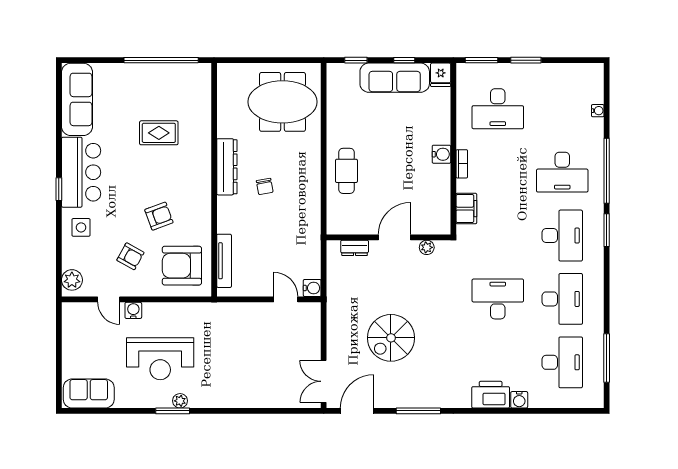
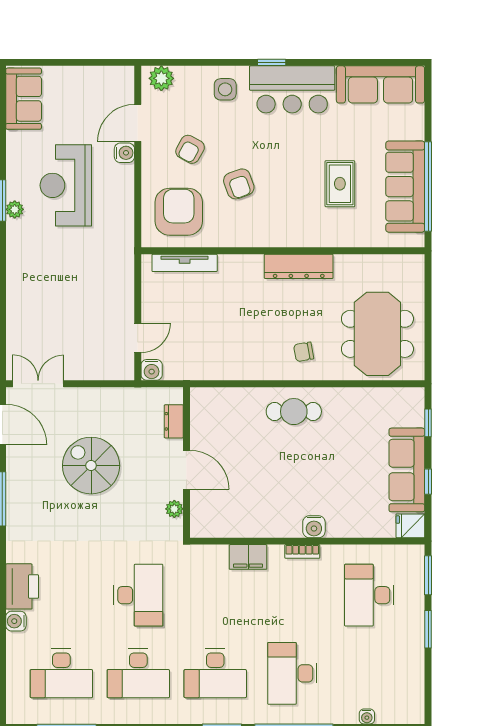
sofa: (161, 79) -> (405, 187), added
chair: (265, 186) -> (304, 352), moved
wall: (388, 237) -> (186, 462), moved
door: (395, 237) -> (186, 470), moved
plant: (427, 247) -> (174, 509), moved
dresser: (355, 248) -> (174, 421), moved
door: (109, 299) -> (138, 123), width x1.38

